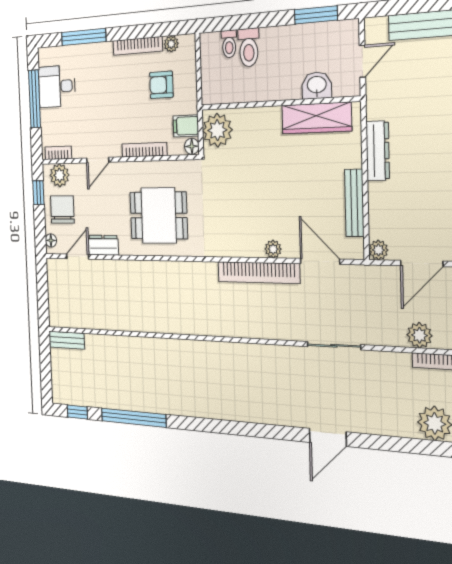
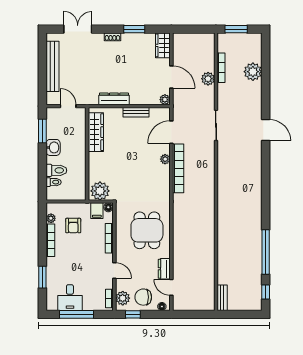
window: (84, 37) -> (42, 277), width x0.69
washbasin: (317, 85) -> (53, 147), moved, turned 180
bench: (354, 203) -> (136, 112), width x0.73

